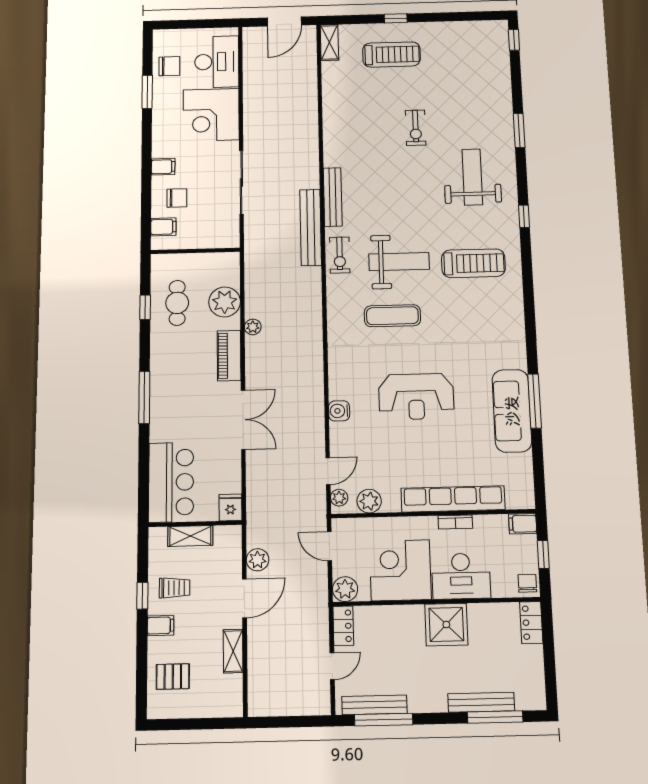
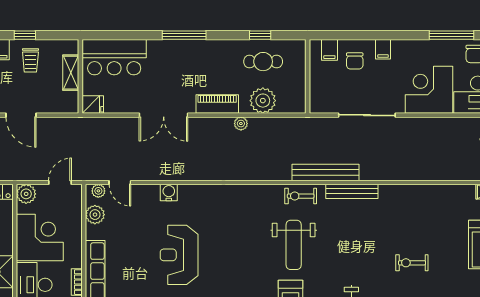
window: (147, 92) -> (452, 35), width x1.44
exercise mat: (392, 316) -> (247, 238), removed
plant: (258, 560) -> (51, 126), removed

